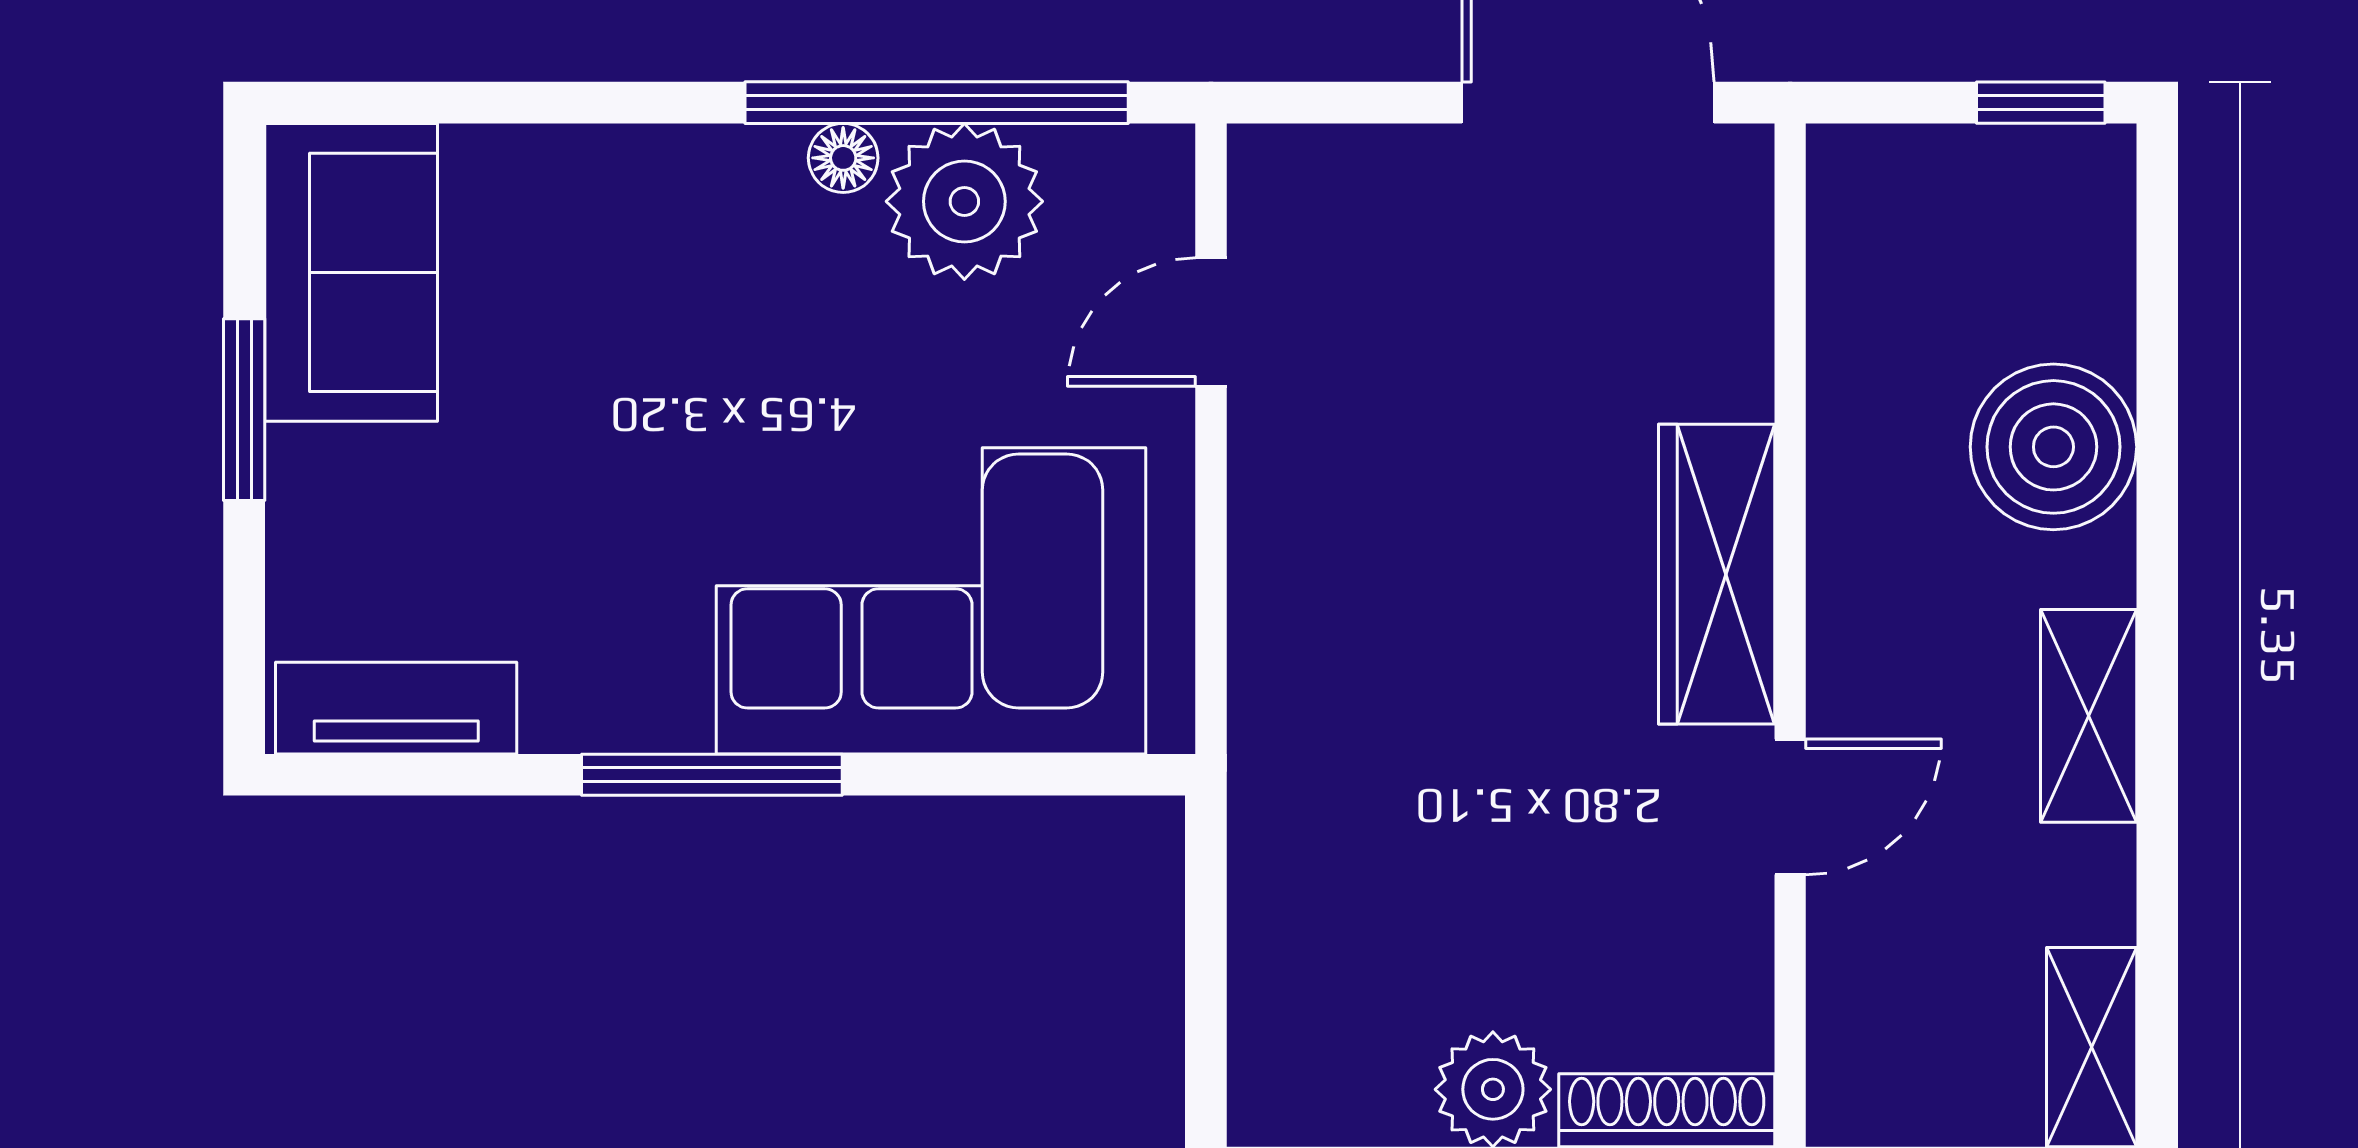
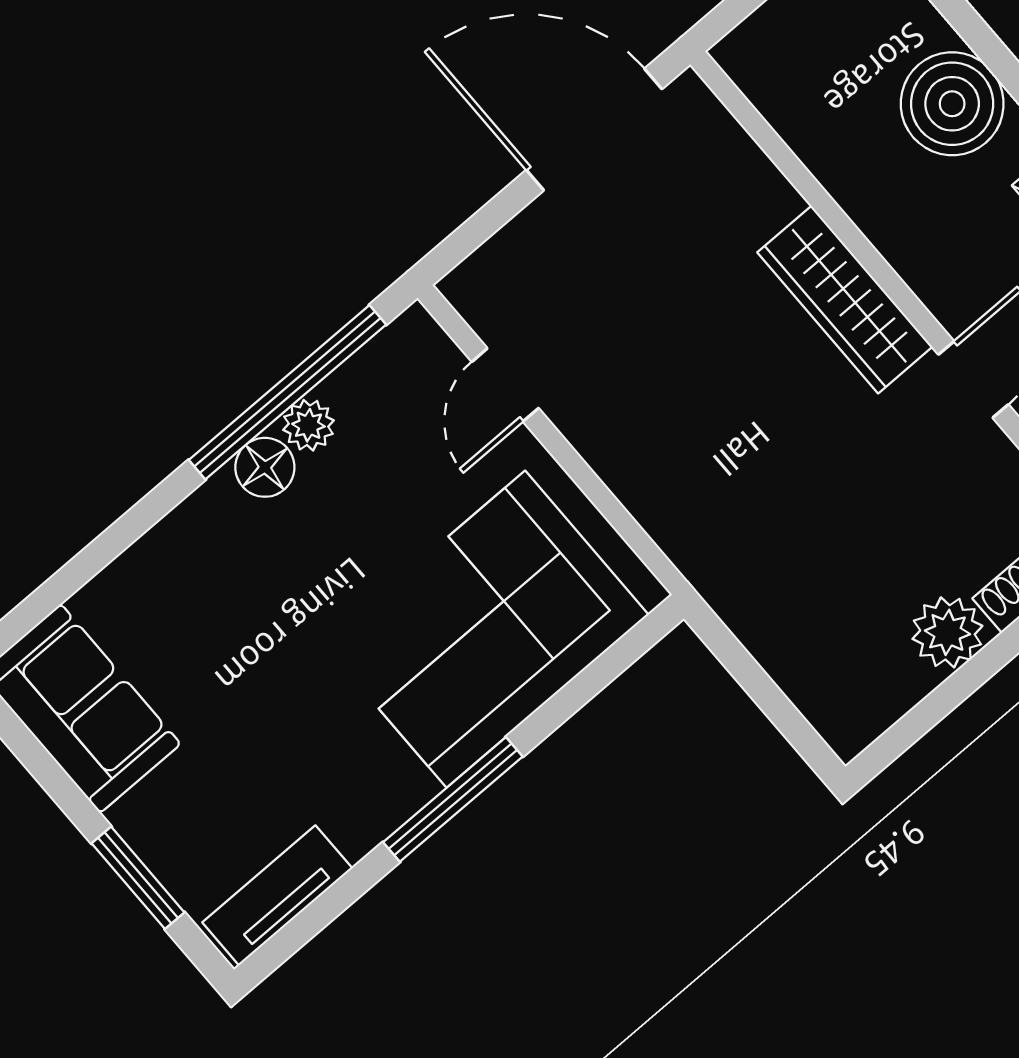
floor lamp: (843, 158) -> (265, 467), width x1.37, depth x1.37
plant: (964, 201) -> (308, 425), width x0.53, depth x0.53
window: (244, 410) -> (138, 878), moved

